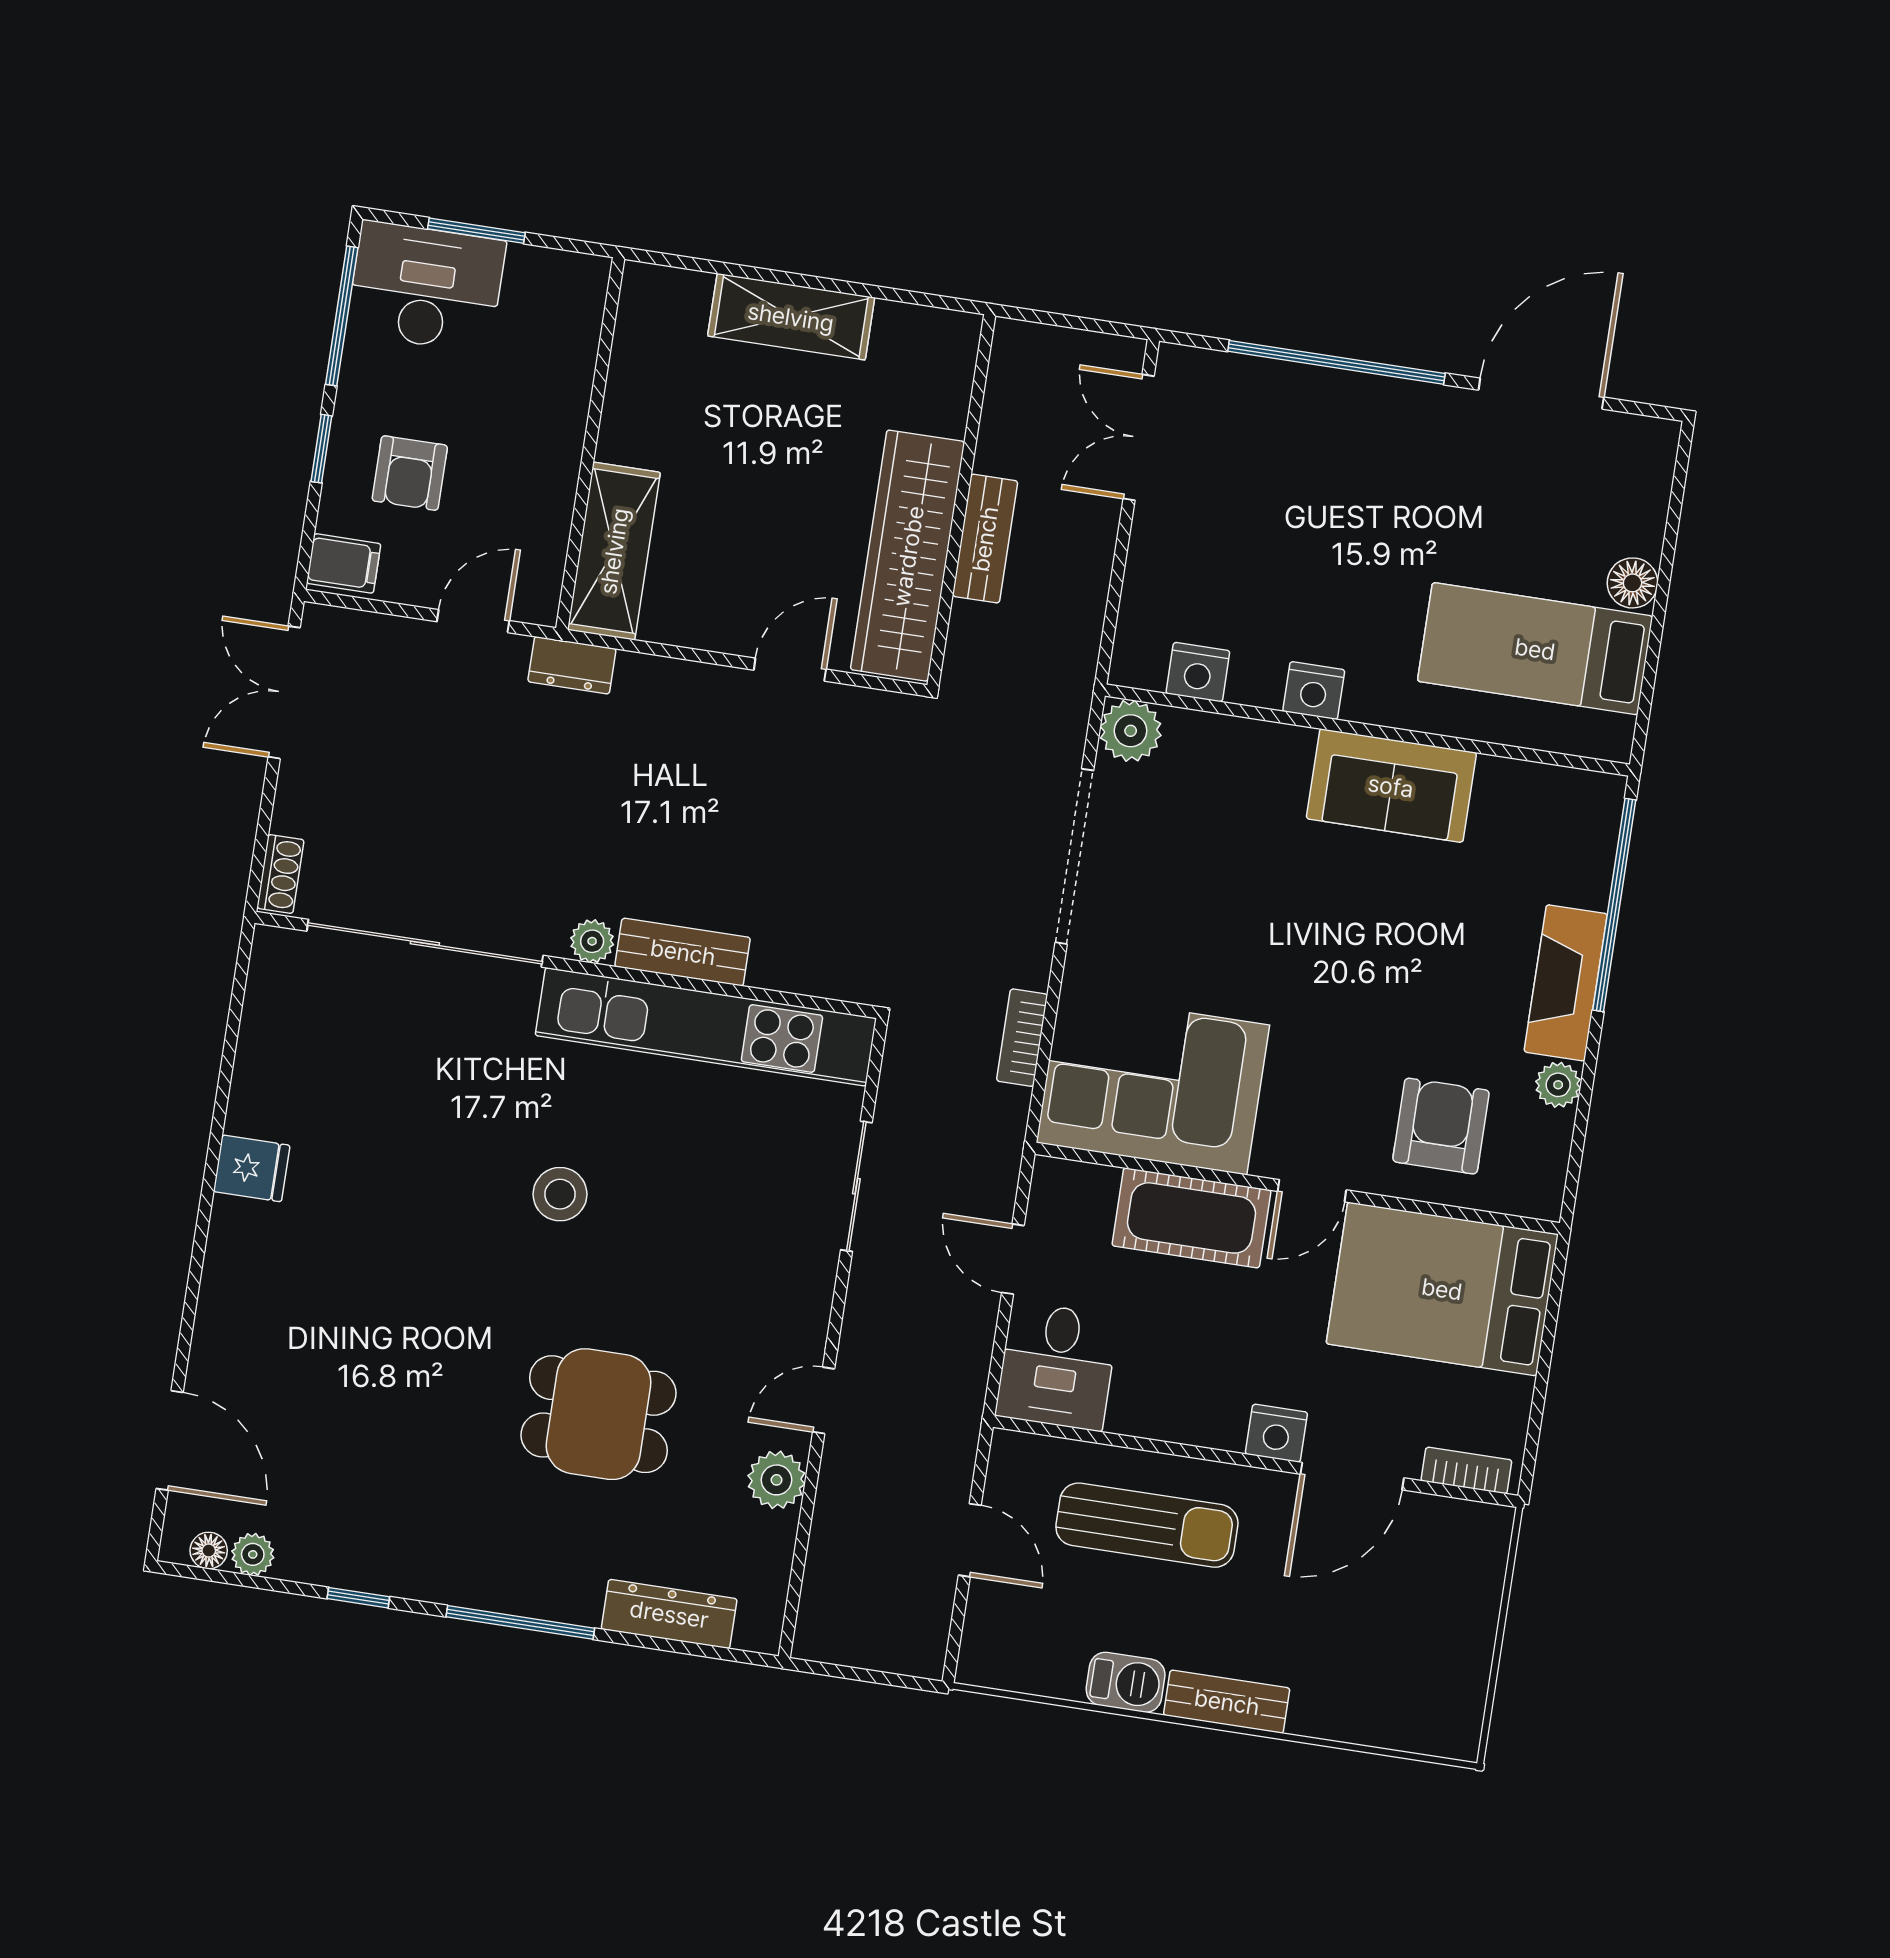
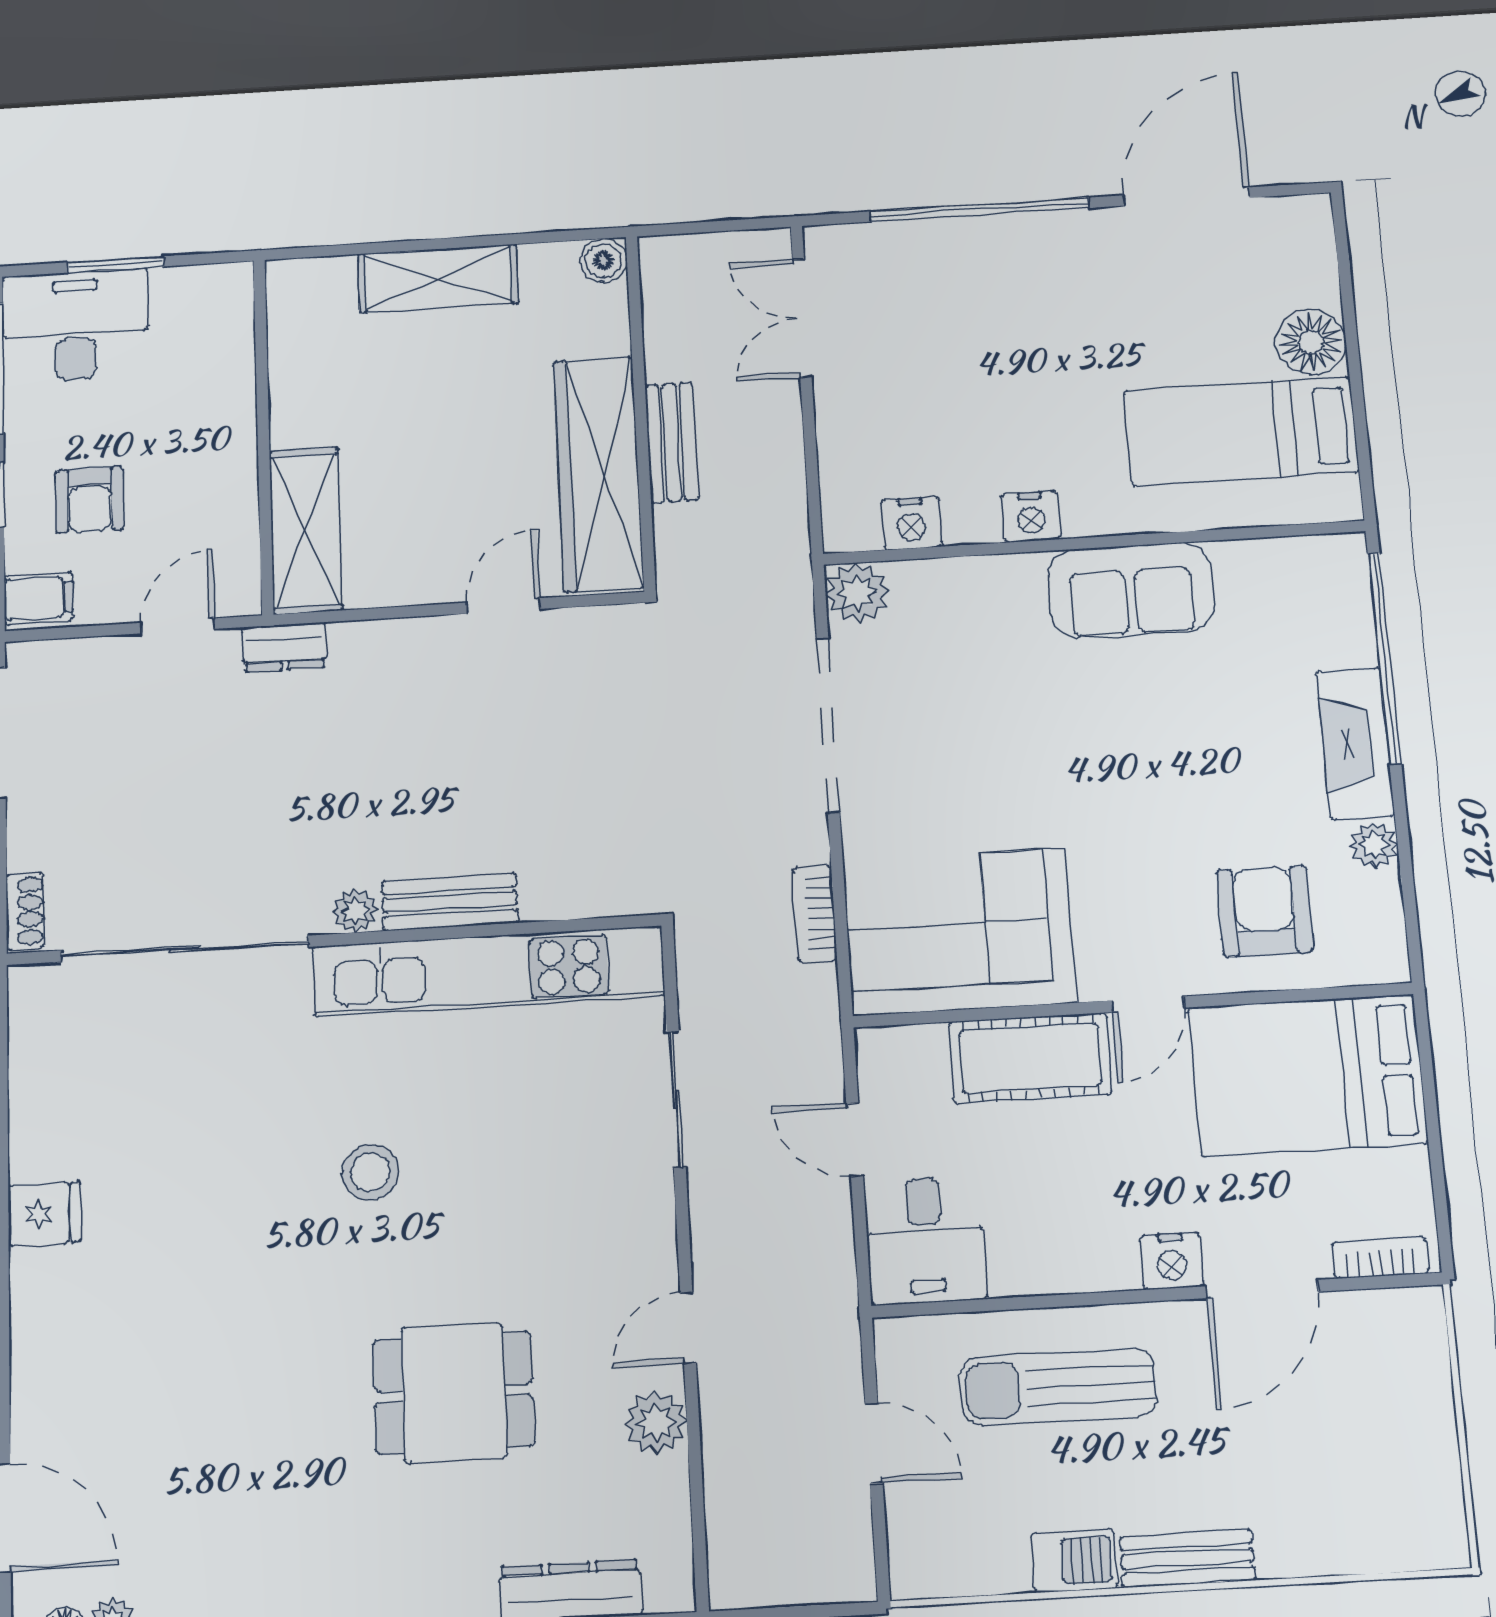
boiler: (957, 334) -> (604, 260), added
floor lamp: (1633, 583) -> (1311, 342), width x1.38, depth x1.38
sun lounger: (1147, 1525) -> (1058, 1387), turned 180

